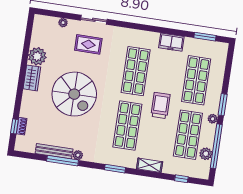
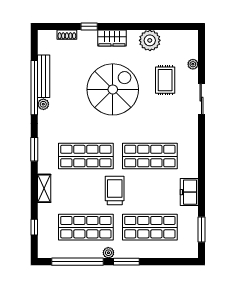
rug: (88, 44) -> (165, 80), moved
wardrobe: (32, 78) -> (112, 38), moved
spiral stairs: (74, 94) -> (113, 89), turned 180
trolley: (160, 105) -> (115, 190), turned -90
window: (14, 126) -> (89, 26), moved
plant: (206, 154) -> (67, 251), removed
window: (63, 161) -> (34, 88), width x1.46

